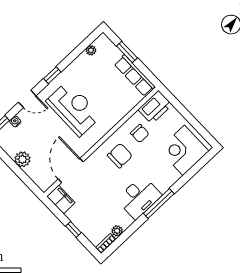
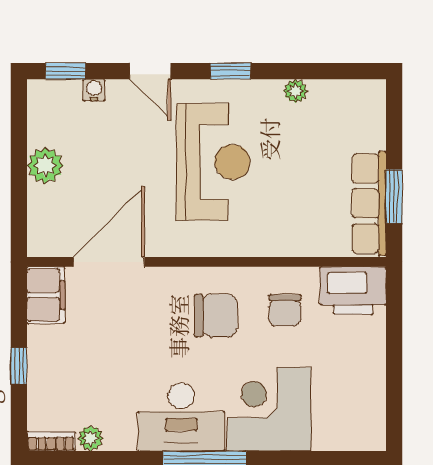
plant: (91, 50) -> (295, 91), moved
window: (127, 52) -> (394, 196), moved
corner desk: (184, 150) -> (269, 409), moved

